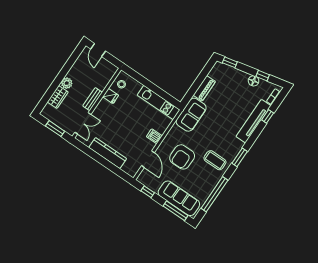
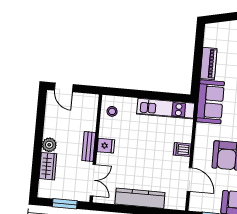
window: (230, 62) -> (221, 18), removed
fridge: (111, 96) -> (106, 146), moved

